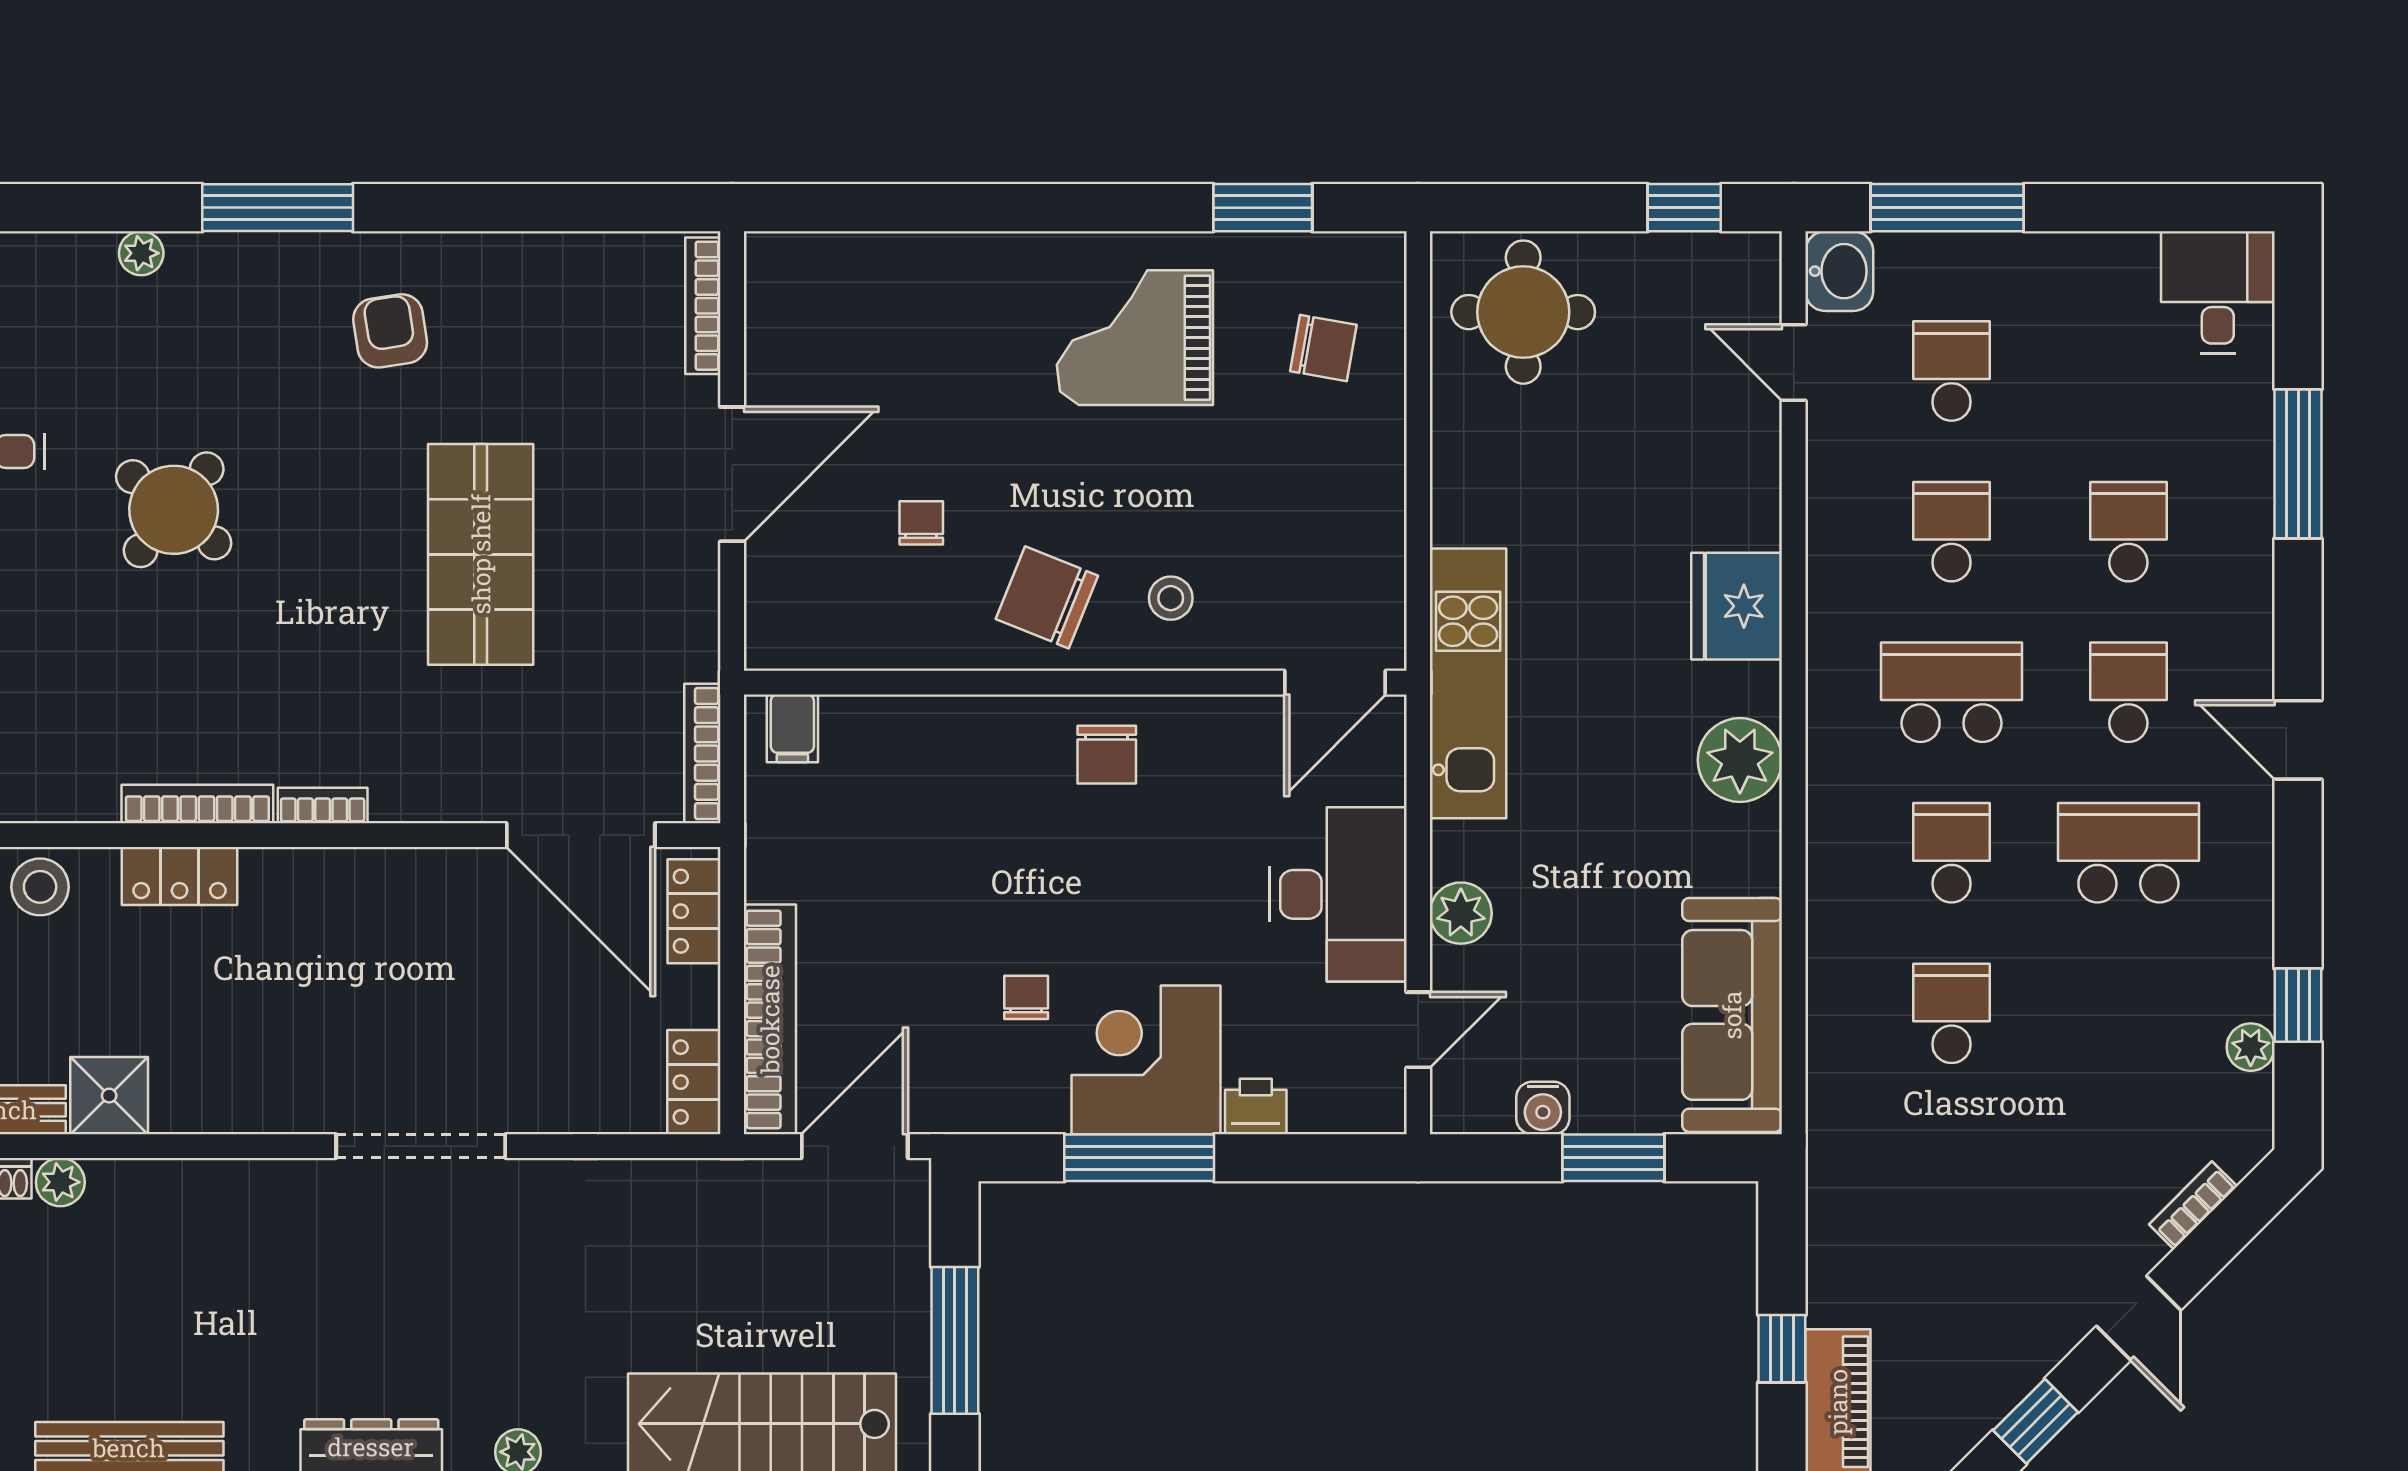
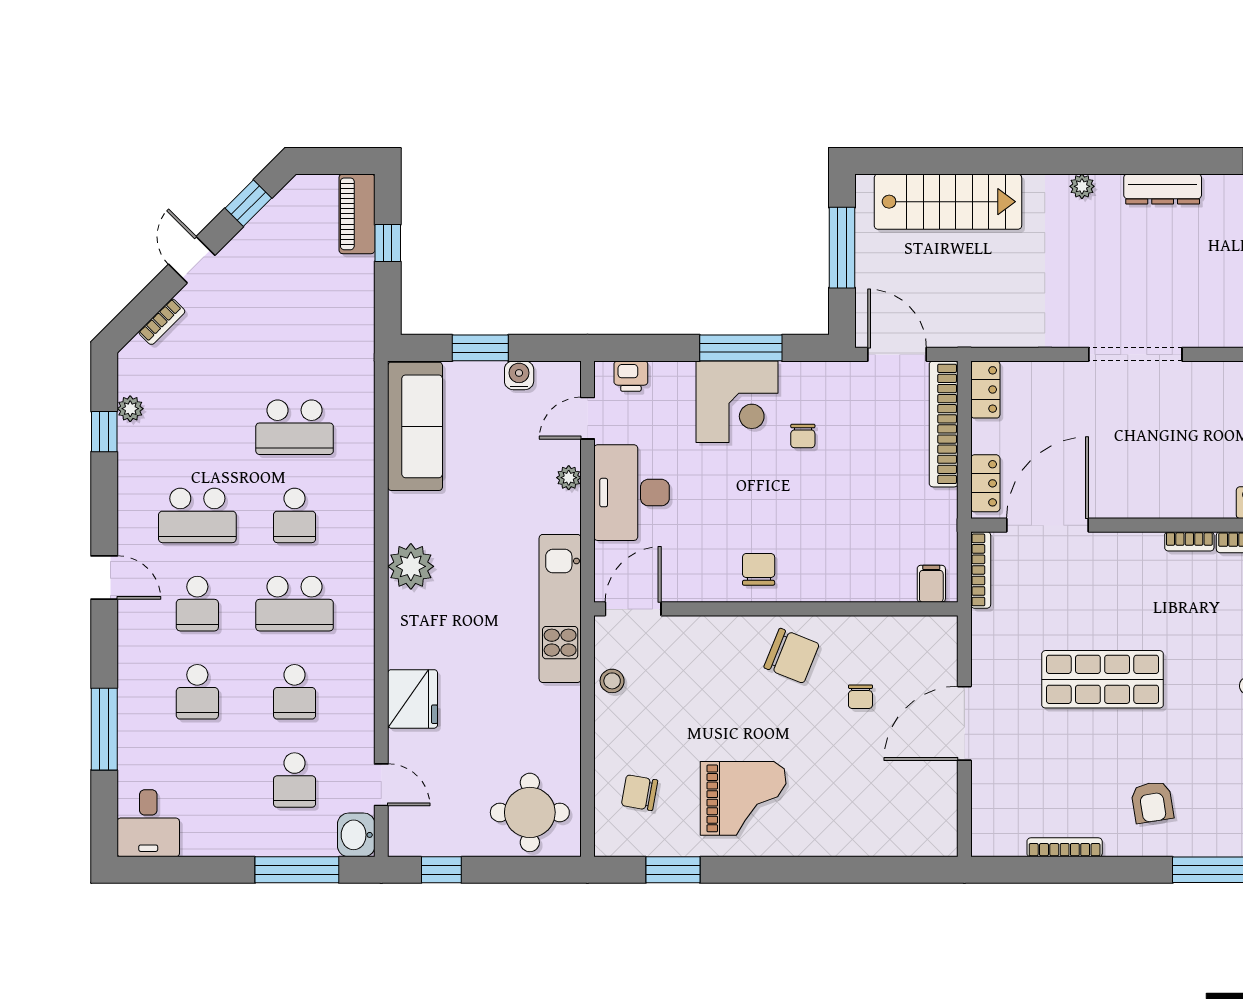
bookcase: (703, 306) -> (1065, 847), moved, turned -90
shop shelf: (481, 554) -> (1103, 679), turned 90
stool: (1171, 598) -> (612, 681), moved
fridge: (1737, 606) -> (413, 699), moved
door: (581, 835) -> (1048, 525), hinge flipped
plant: (1461, 913) -> (569, 478), width x0.73, depth x0.73
school desk: (1952, 1013) -> (295, 427), width x1.85
printer: (1256, 1106) -> (631, 376), moved
door: (855, 1146) -> (897, 354), swing flipped

